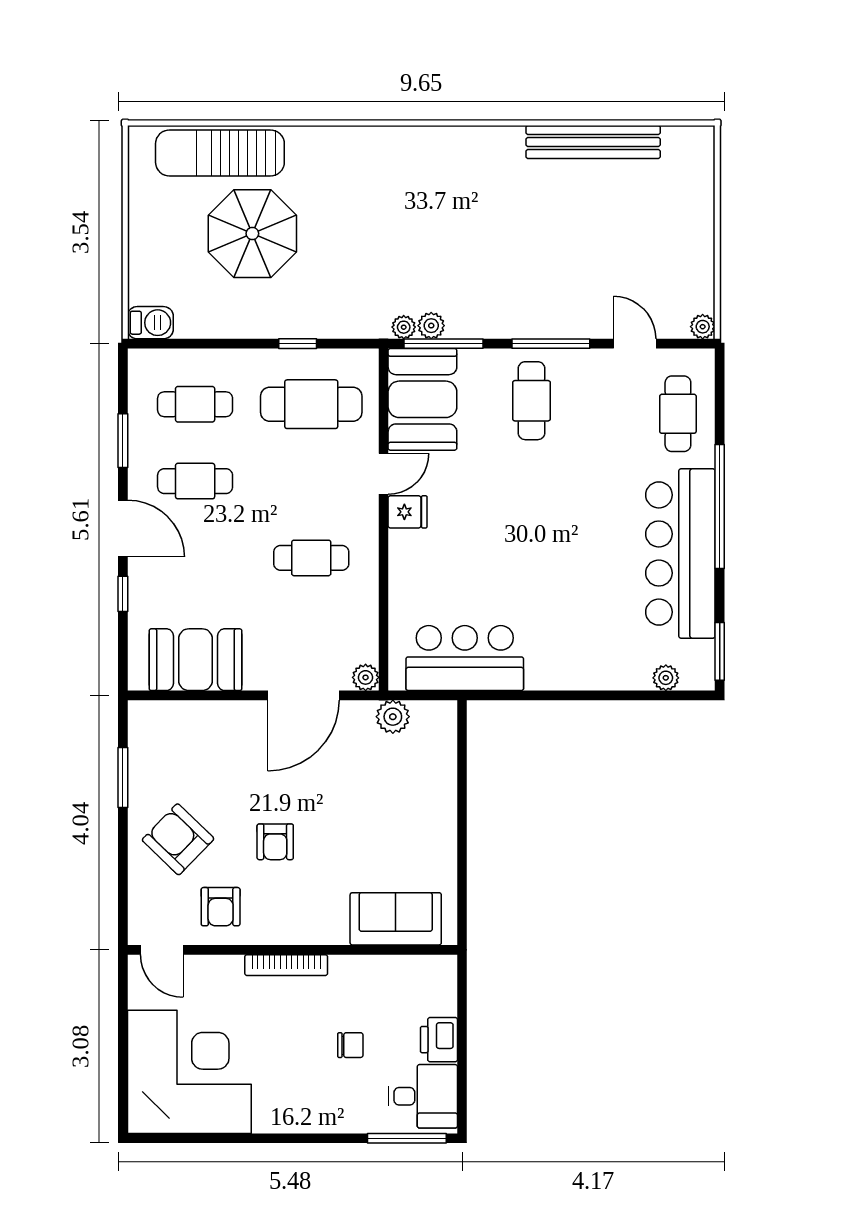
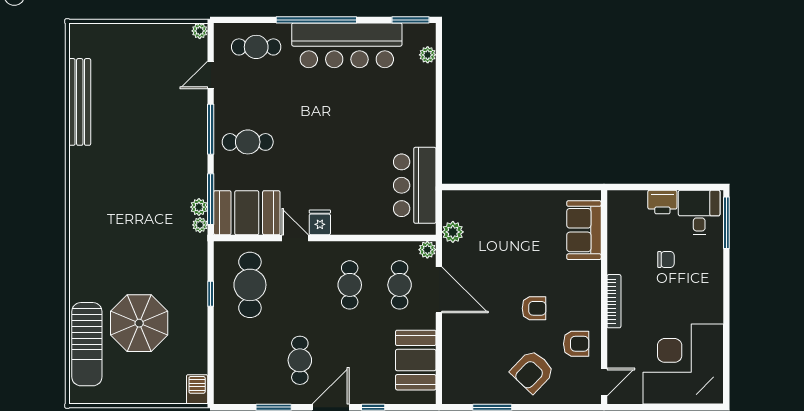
cafe table: (195, 404) -> (400, 285), moved
chair: (350, 1045) -> (666, 259), turned 90

